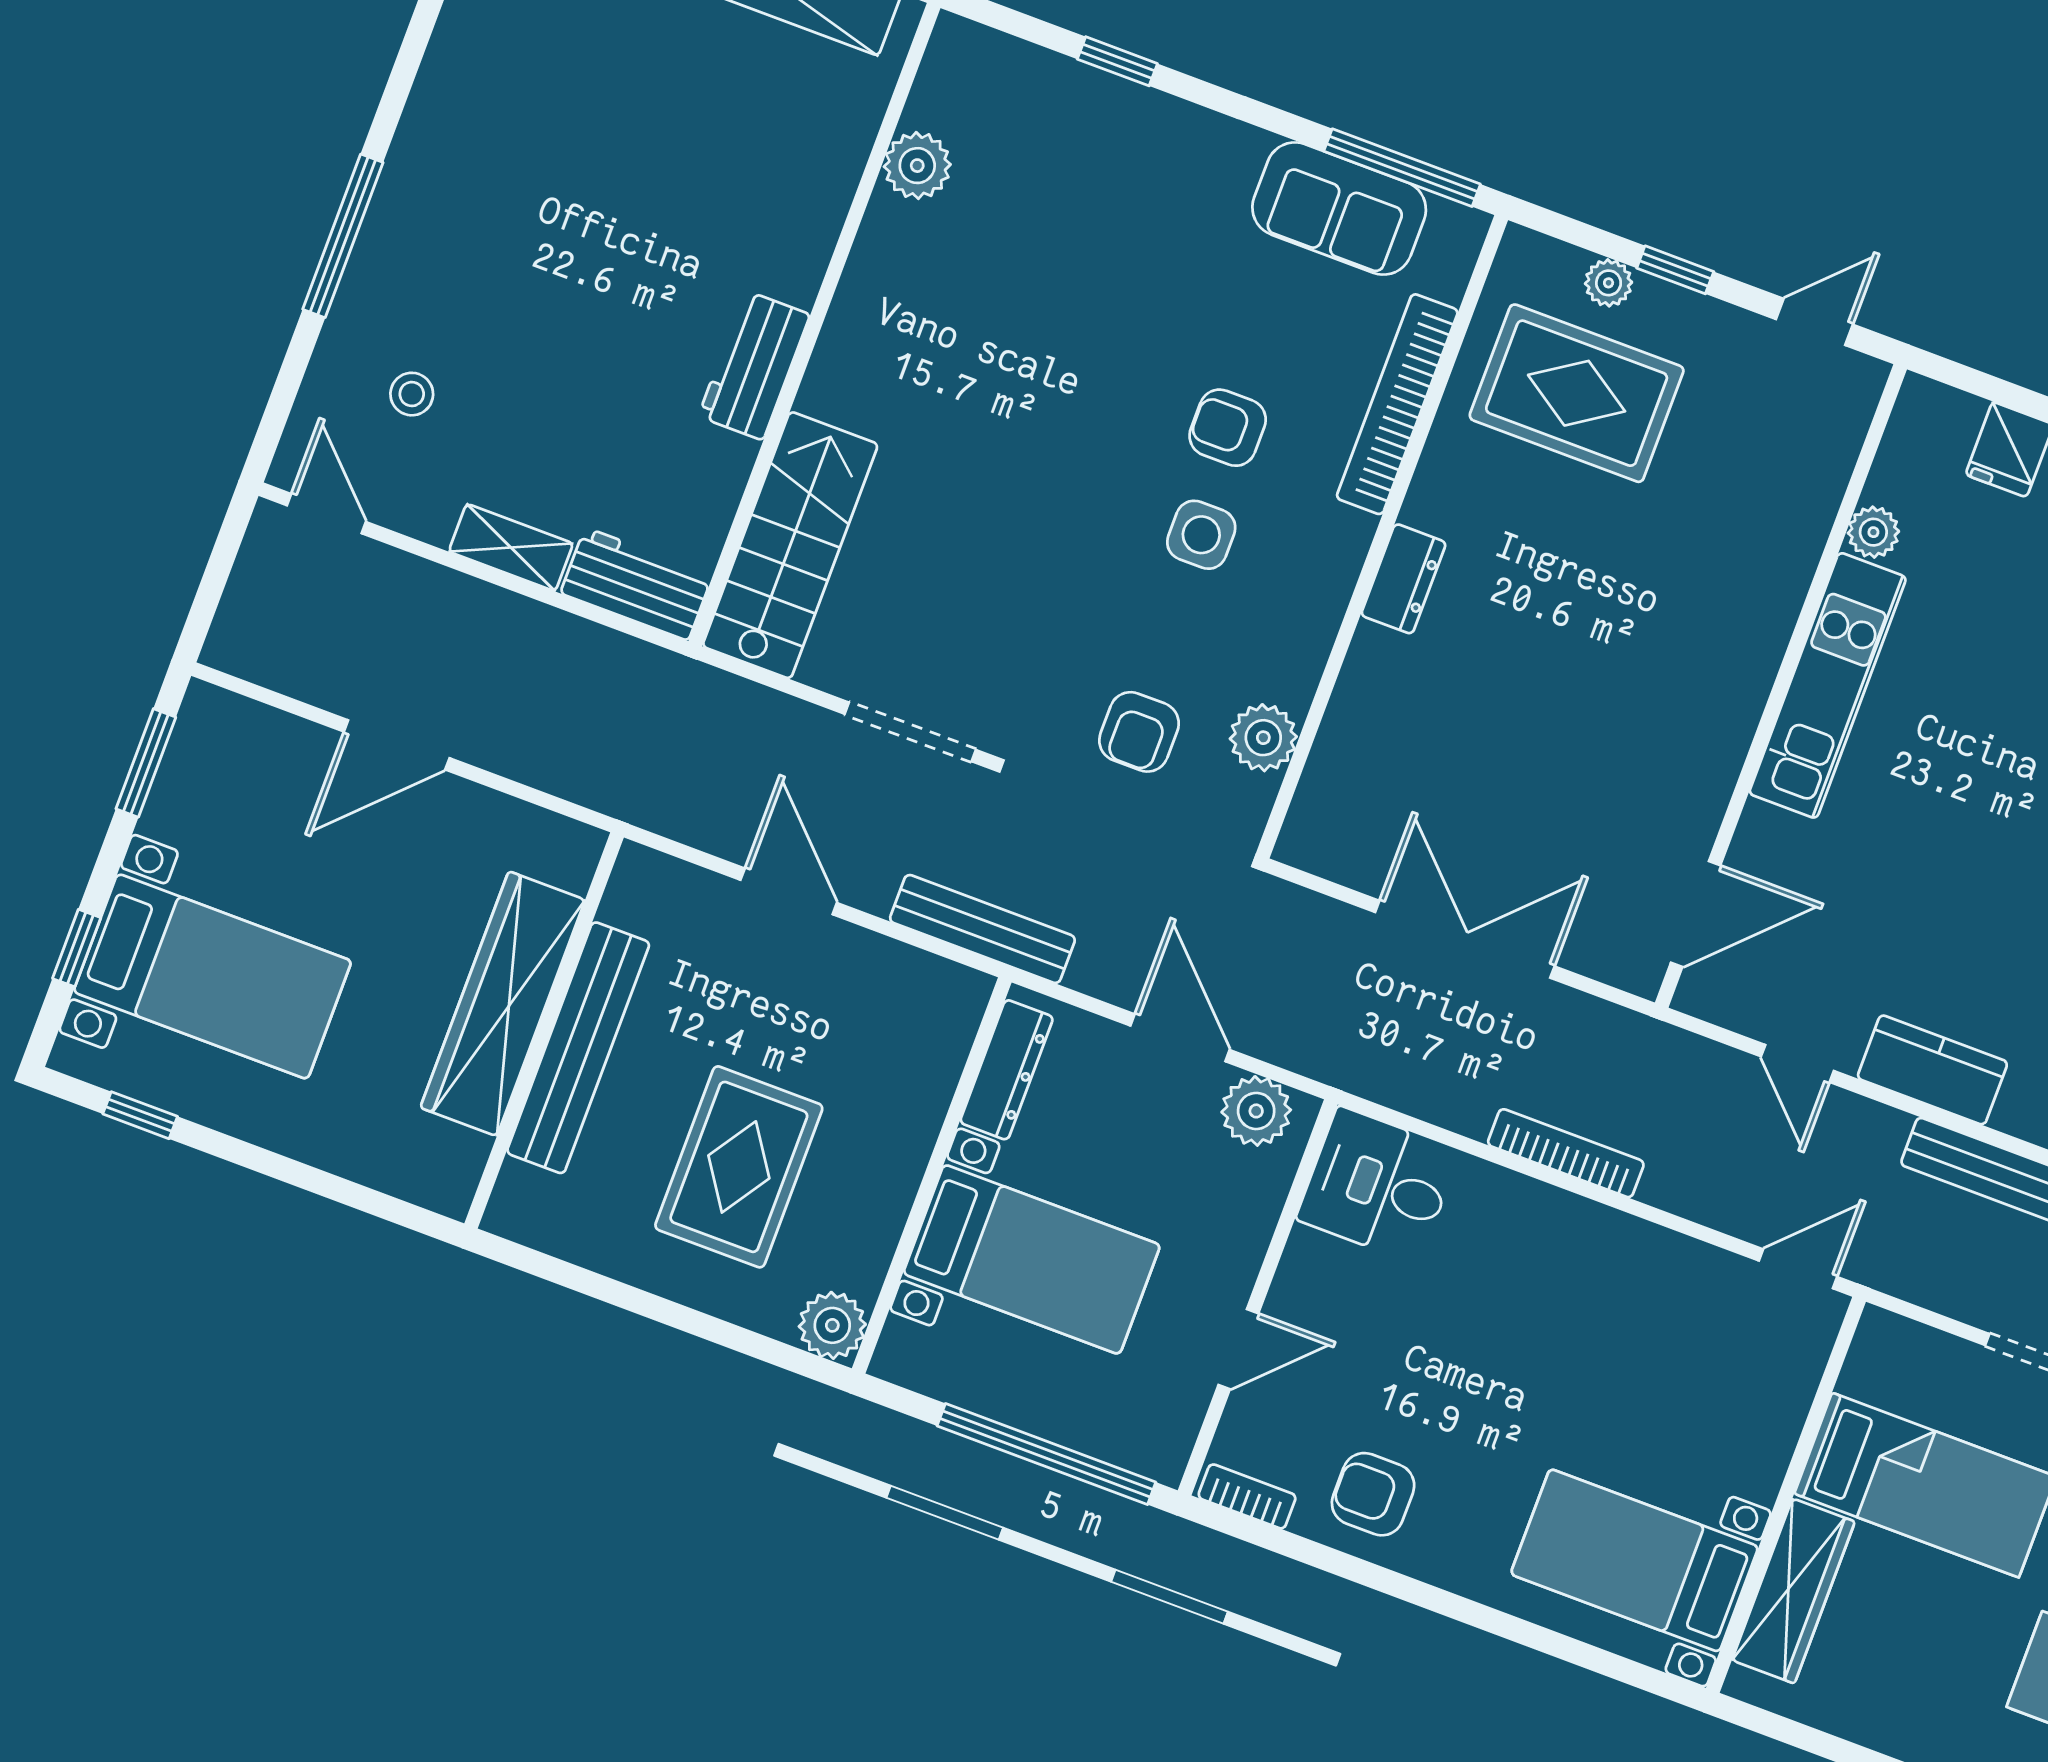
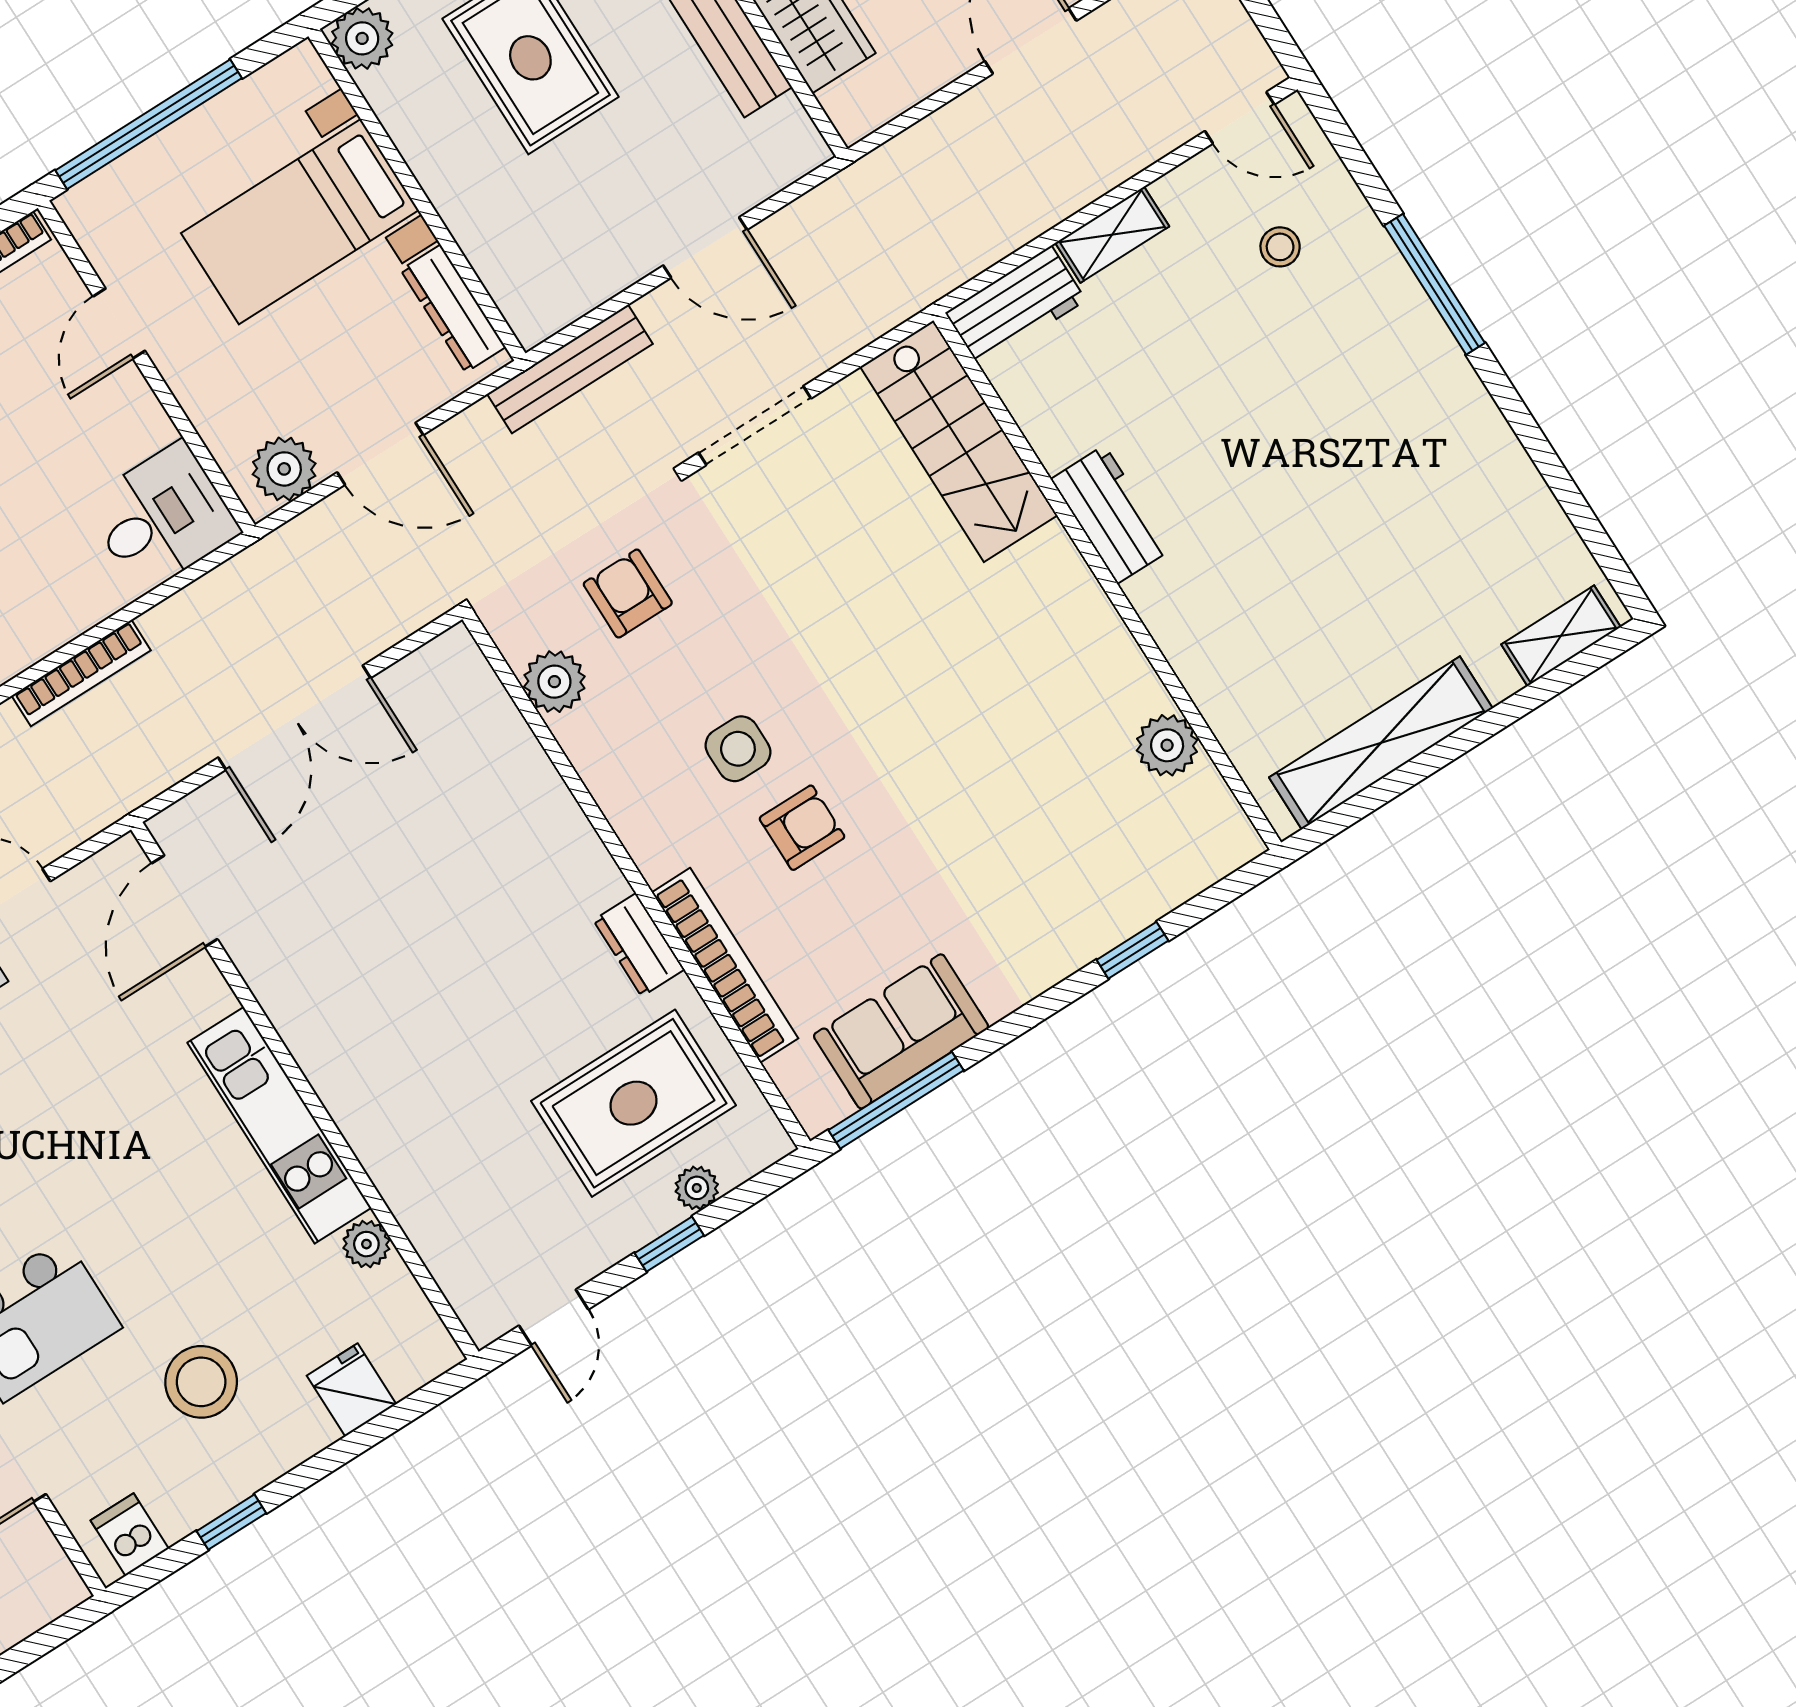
dresser: (1403, 579) -> (639, 945), moved

